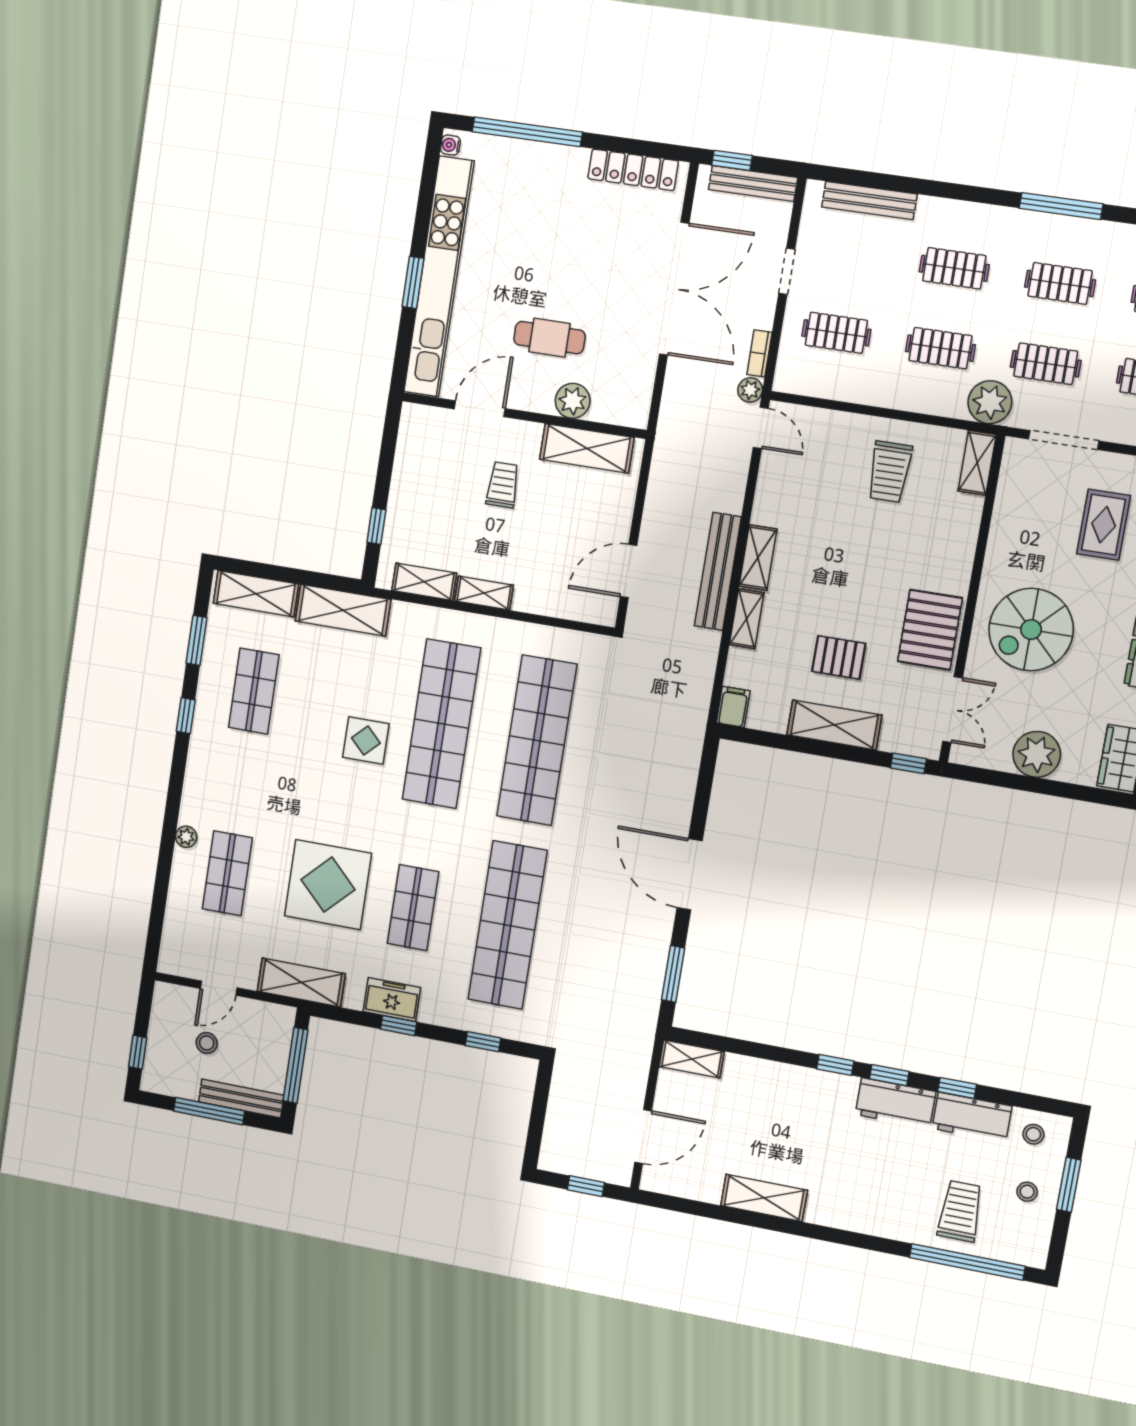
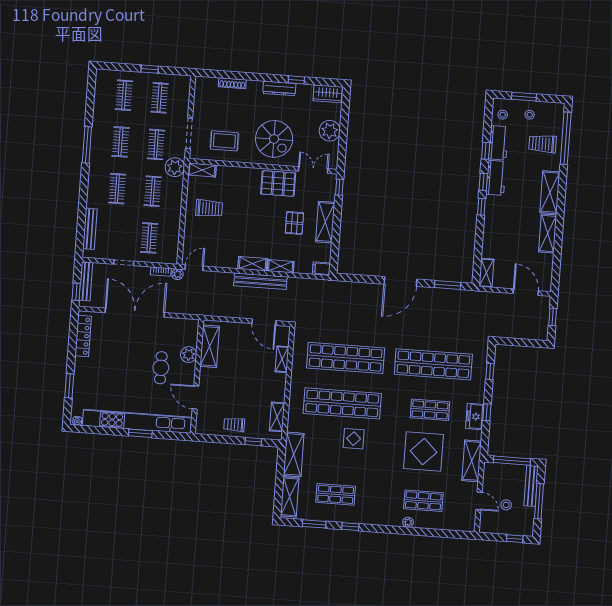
window: (527, 132) -> (69, 386), width x0.47
trolley: (503, 485) -> (234, 425), moved
rug: (1104, 525) -> (224, 141), moved
shelving: (484, 593) -> (282, 359), moved
shelving: (853, 1214) -> (550, 192), added

